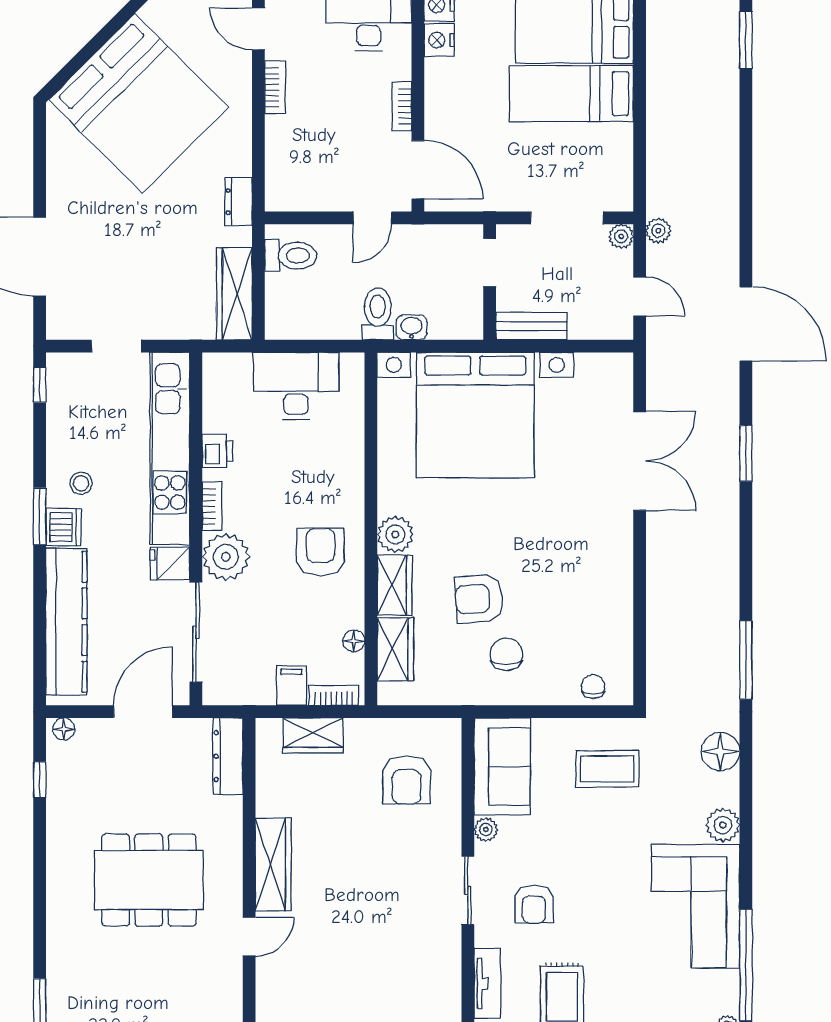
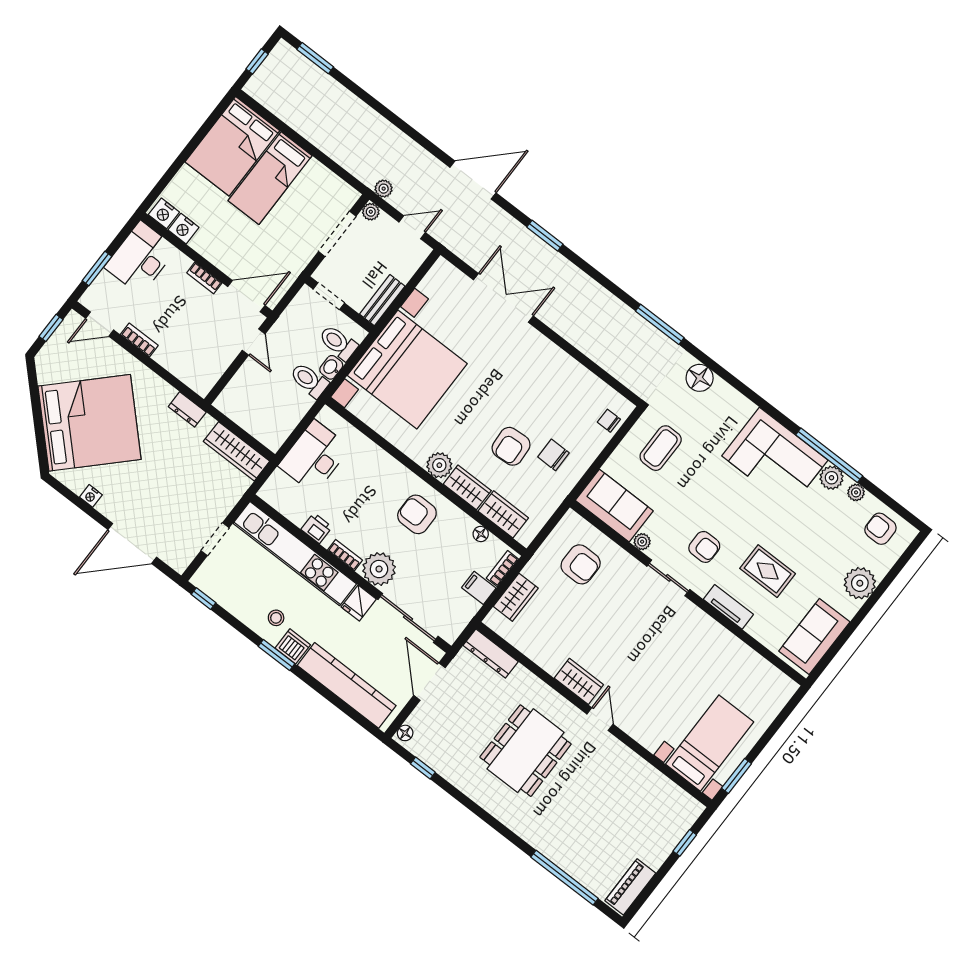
nightstand: (57, 168) -> (91, 496), added
toilet: (291, 256) -> (338, 343), moved, turned -90
plant: (723, 825) -> (832, 478), moved
wardrobe: (273, 865) -> (579, 681), width x0.67

